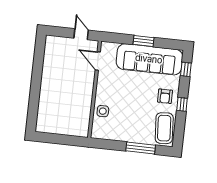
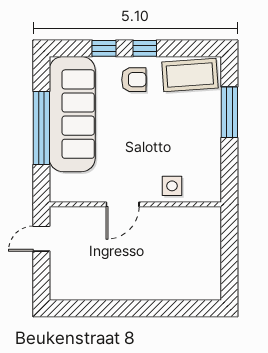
window: (144, 41) -> (41, 128), width x2.11
door: (98, 61) -> (123, 204), moved
window: (186, 69) -> (104, 48), moved

